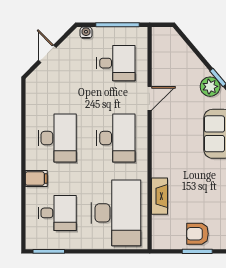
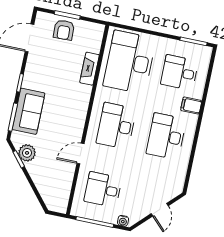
armchair: (198, 234) -> (64, 30), turned 88

